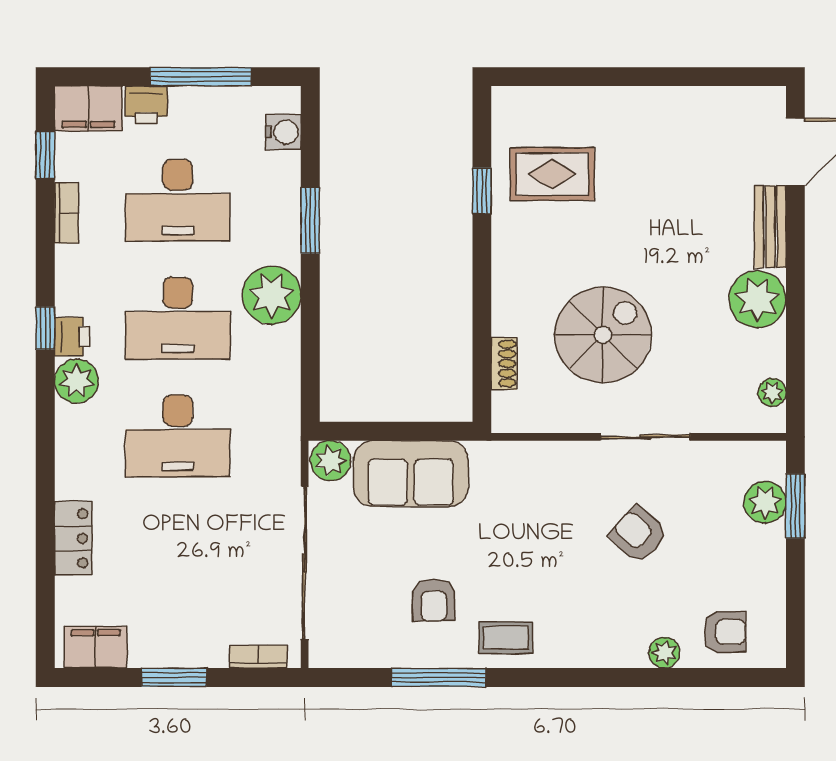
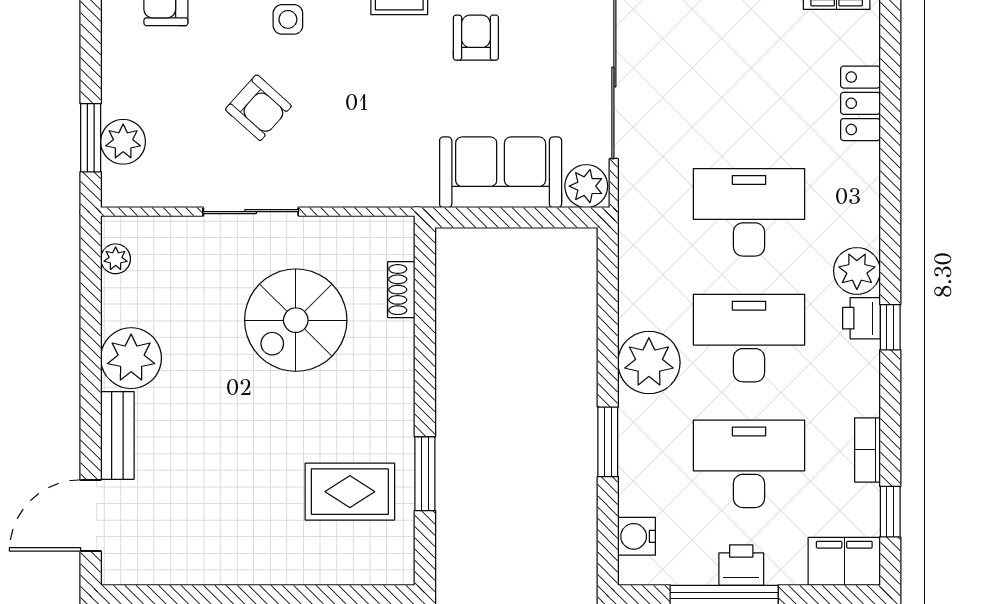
printer: (146, 105) -> (741, 565), moved
window: (482, 191) -> (425, 474), width x1.50
side table: (610, 617) -> (288, 19), added

